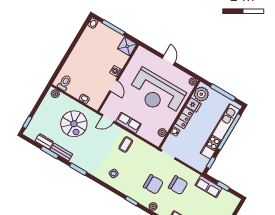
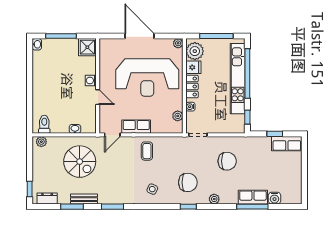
door: (169, 60) -> (139, 36), width x1.88
dresser: (44, 141) -> (47, 198), moved
chair: (153, 184) -> (188, 182), moved
row of seats: (209, 187) -> (287, 144), moved

